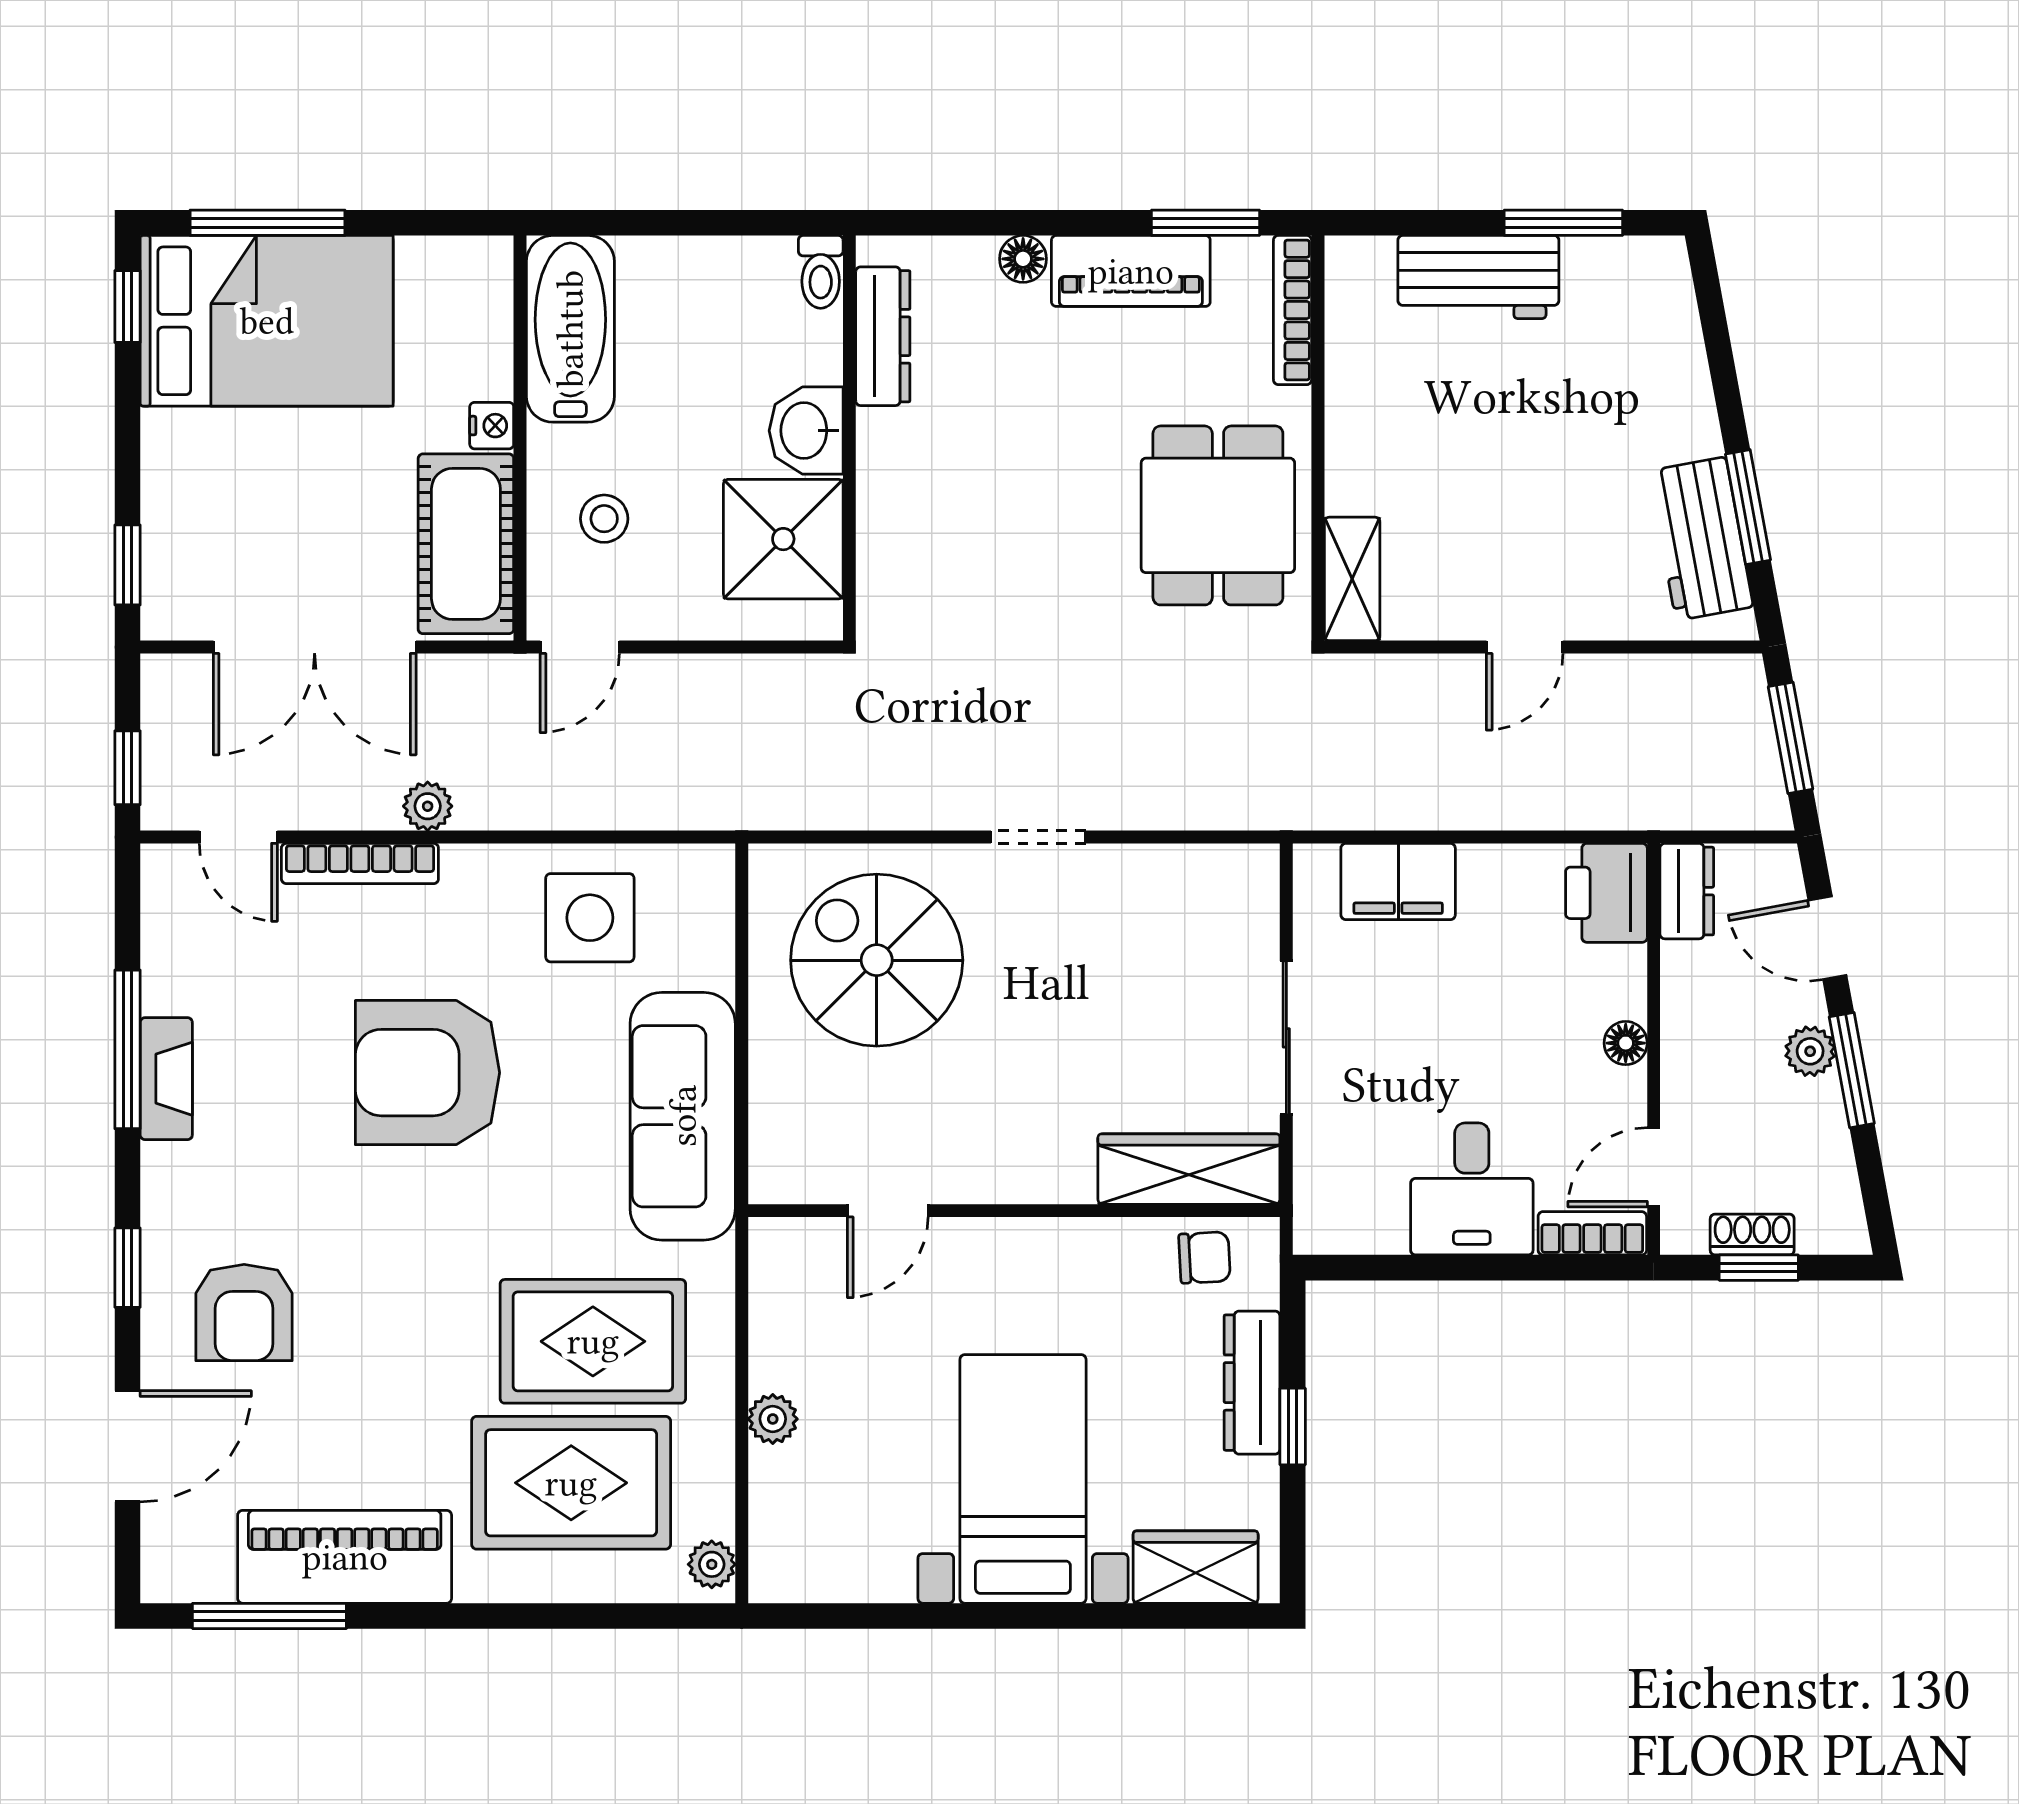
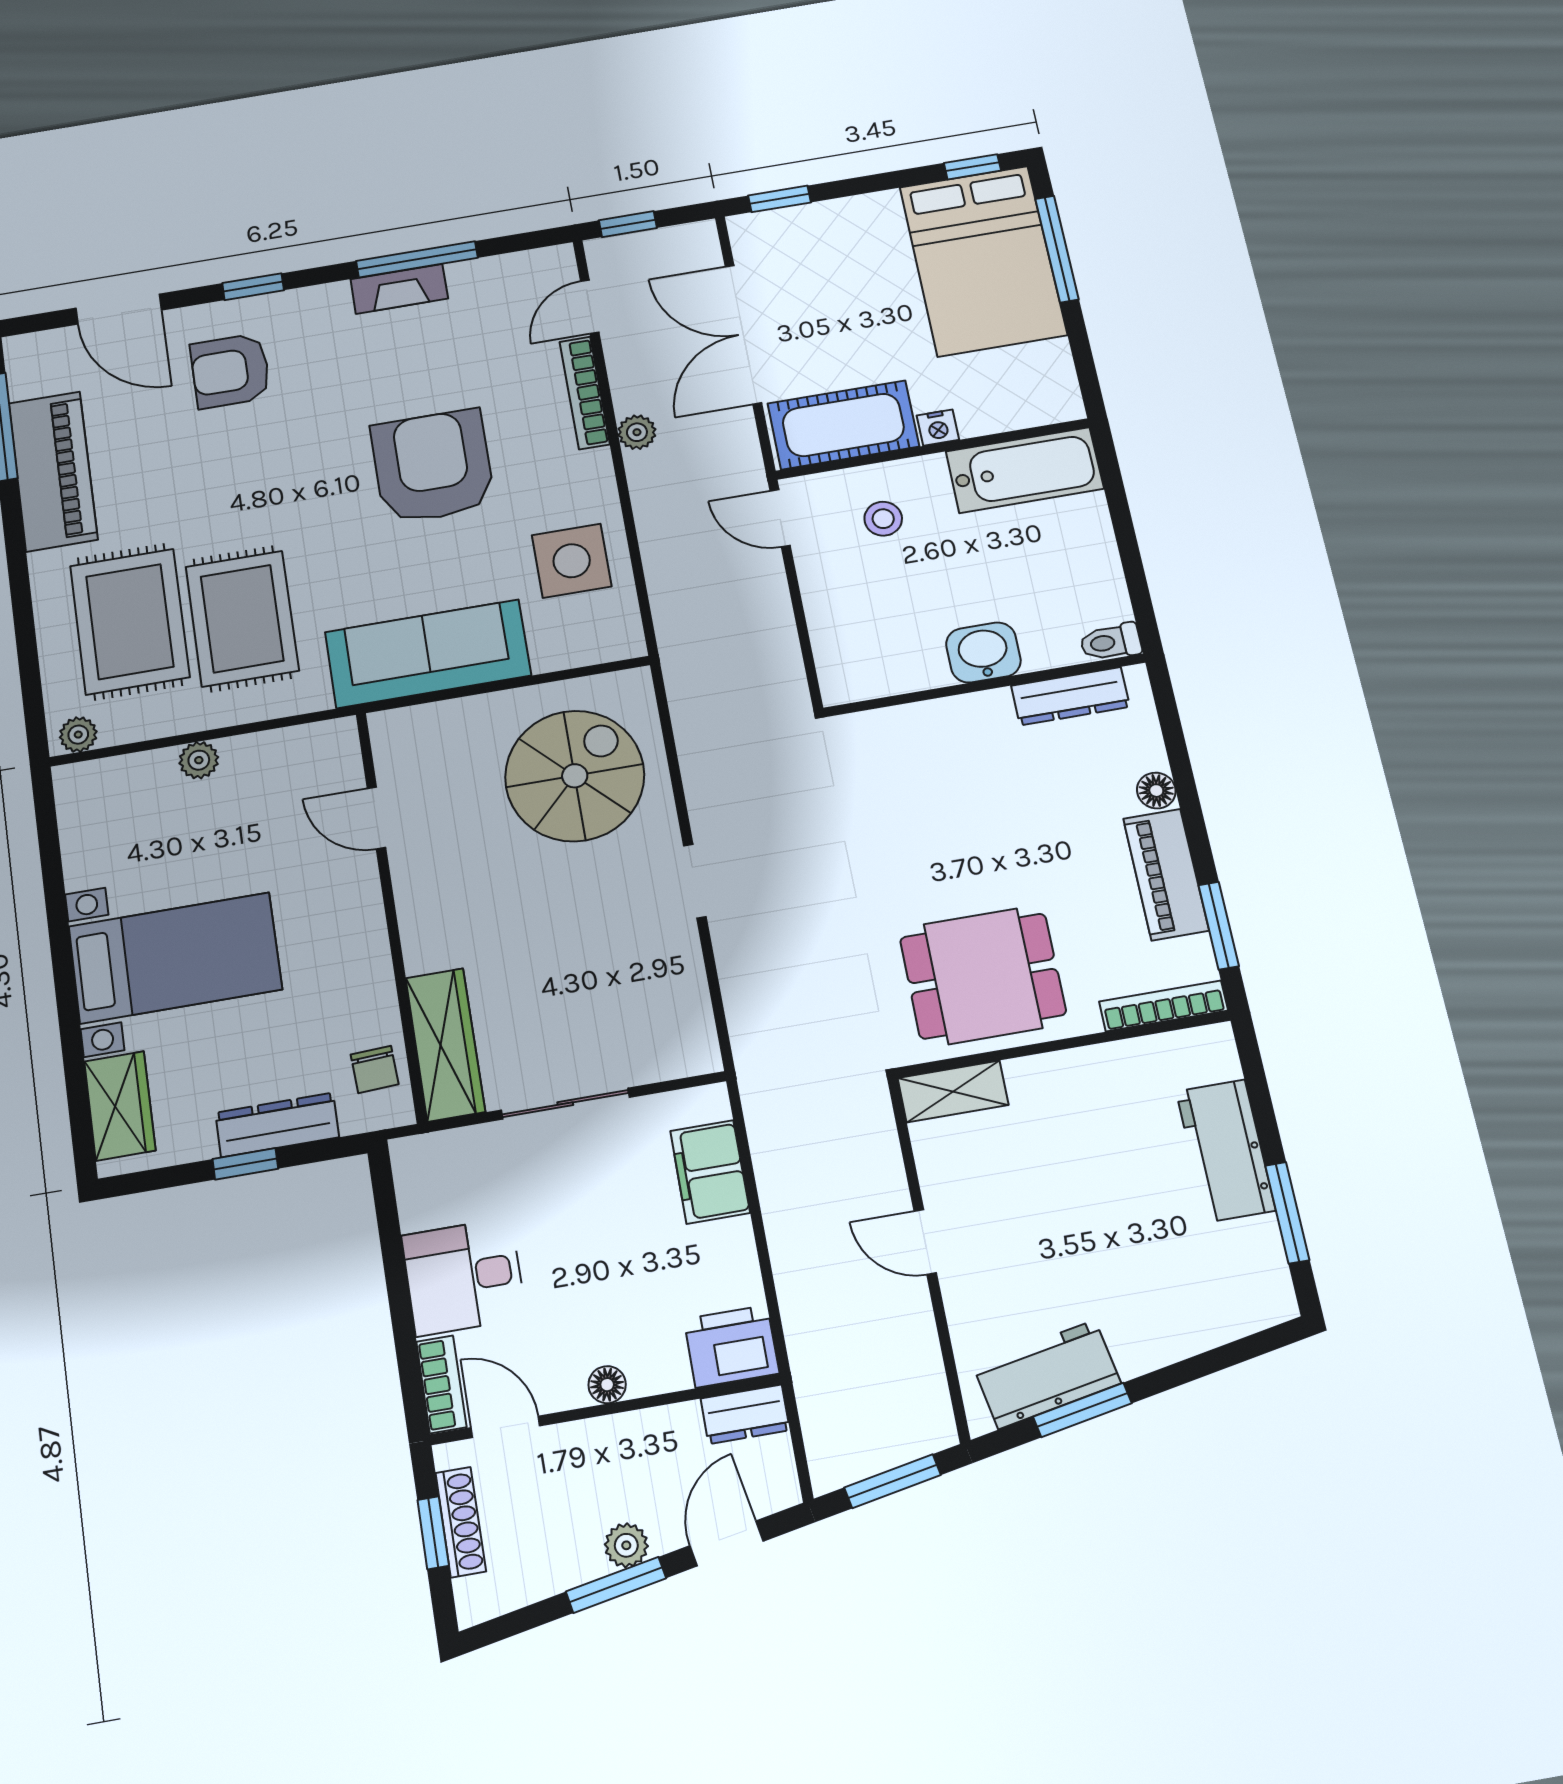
shower: (783, 539) -> (894, 650), removed
shoe rack: (1752, 1235) -> (461, 1522), width x1.43

